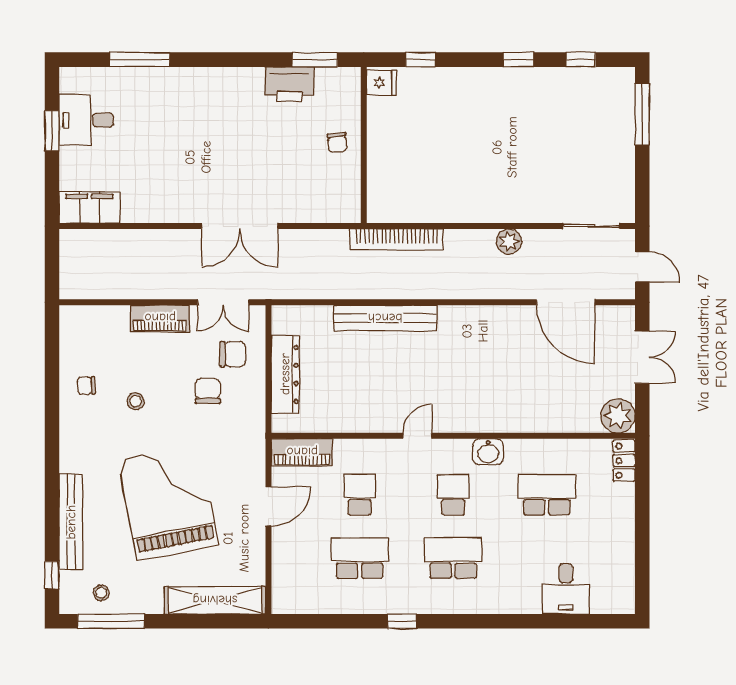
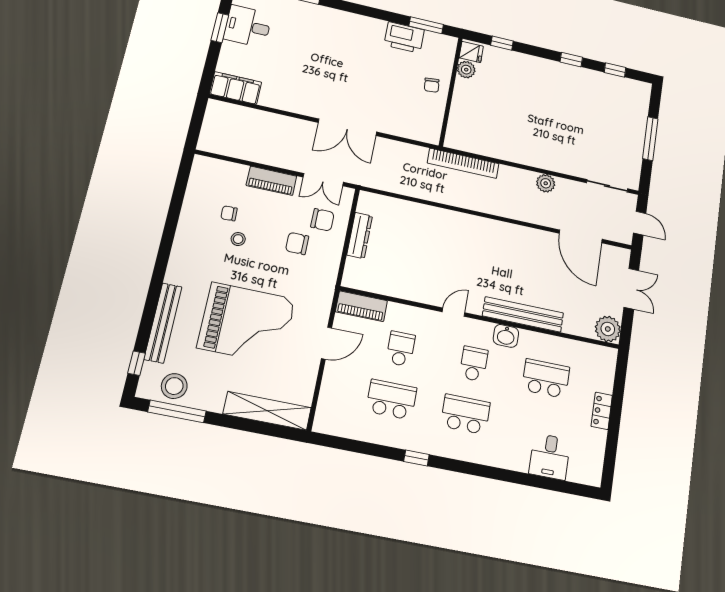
plant: (379, 109) -> (466, 70), added
window: (642, 114) -> (650, 139), moved
bench: (385, 318) -> (523, 314), moved
dresser: (285, 374) -> (360, 235), width x0.73, depth x0.80
chair: (86, 386) -> (229, 213), moved
chair: (208, 391) -> (297, 243), turned -90
locker: (624, 461) -> (602, 411), moved
grand piano: (168, 502) -> (246, 323), turned 101
stool: (101, 593) -> (174, 386), width x1.89, depth x1.89

